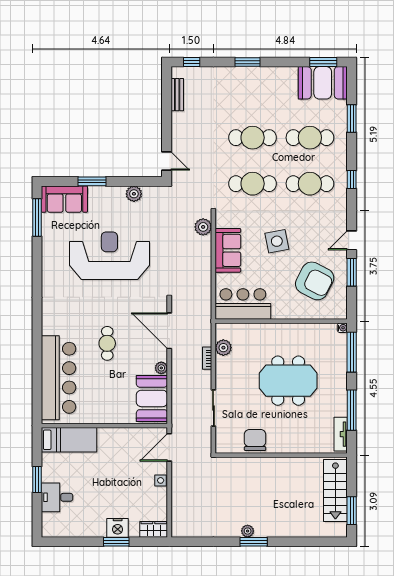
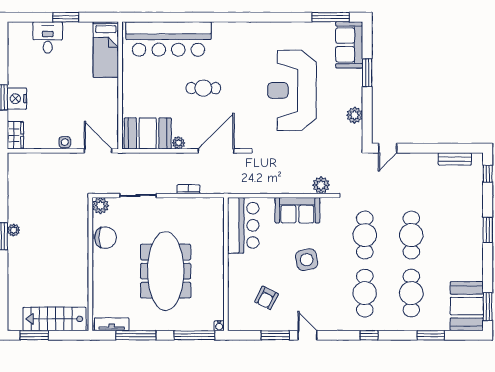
reception desk: (109, 256) -> (292, 90), turned 180
armchair: (315, 281) -> (266, 298), width x0.53, depth x0.53
plant: (223, 348) -> (100, 206), moved
meeting table: (288, 381) -> (166, 271), width x1.36

